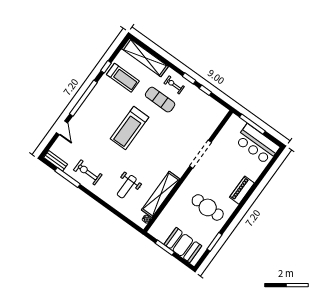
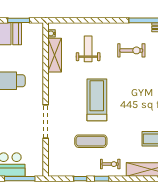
exercise mat: (160, 100) -> (91, 141), moved
treadmill: (130, 128) -> (97, 100), moved
exercise bike: (88, 172) -> (131, 50), moved
shelving: (161, 194) -> (55, 55), width x0.68

